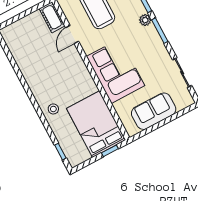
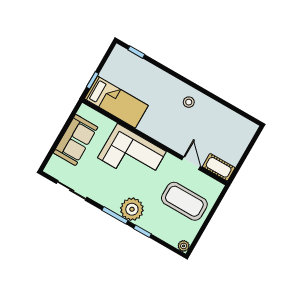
plant: (145, 20) -> (132, 209), width x1.88, depth x1.88
stool: (53, 109) -> (189, 102), moved
bed: (96, 124) -> (116, 102), width x0.67

